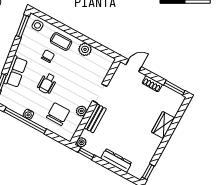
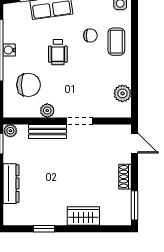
plant: (85, 49) -> (122, 93), moved
wheelchair: (47, 83) -> (58, 52), turned -90
window: (148, 172) -> (44, 229), moved

